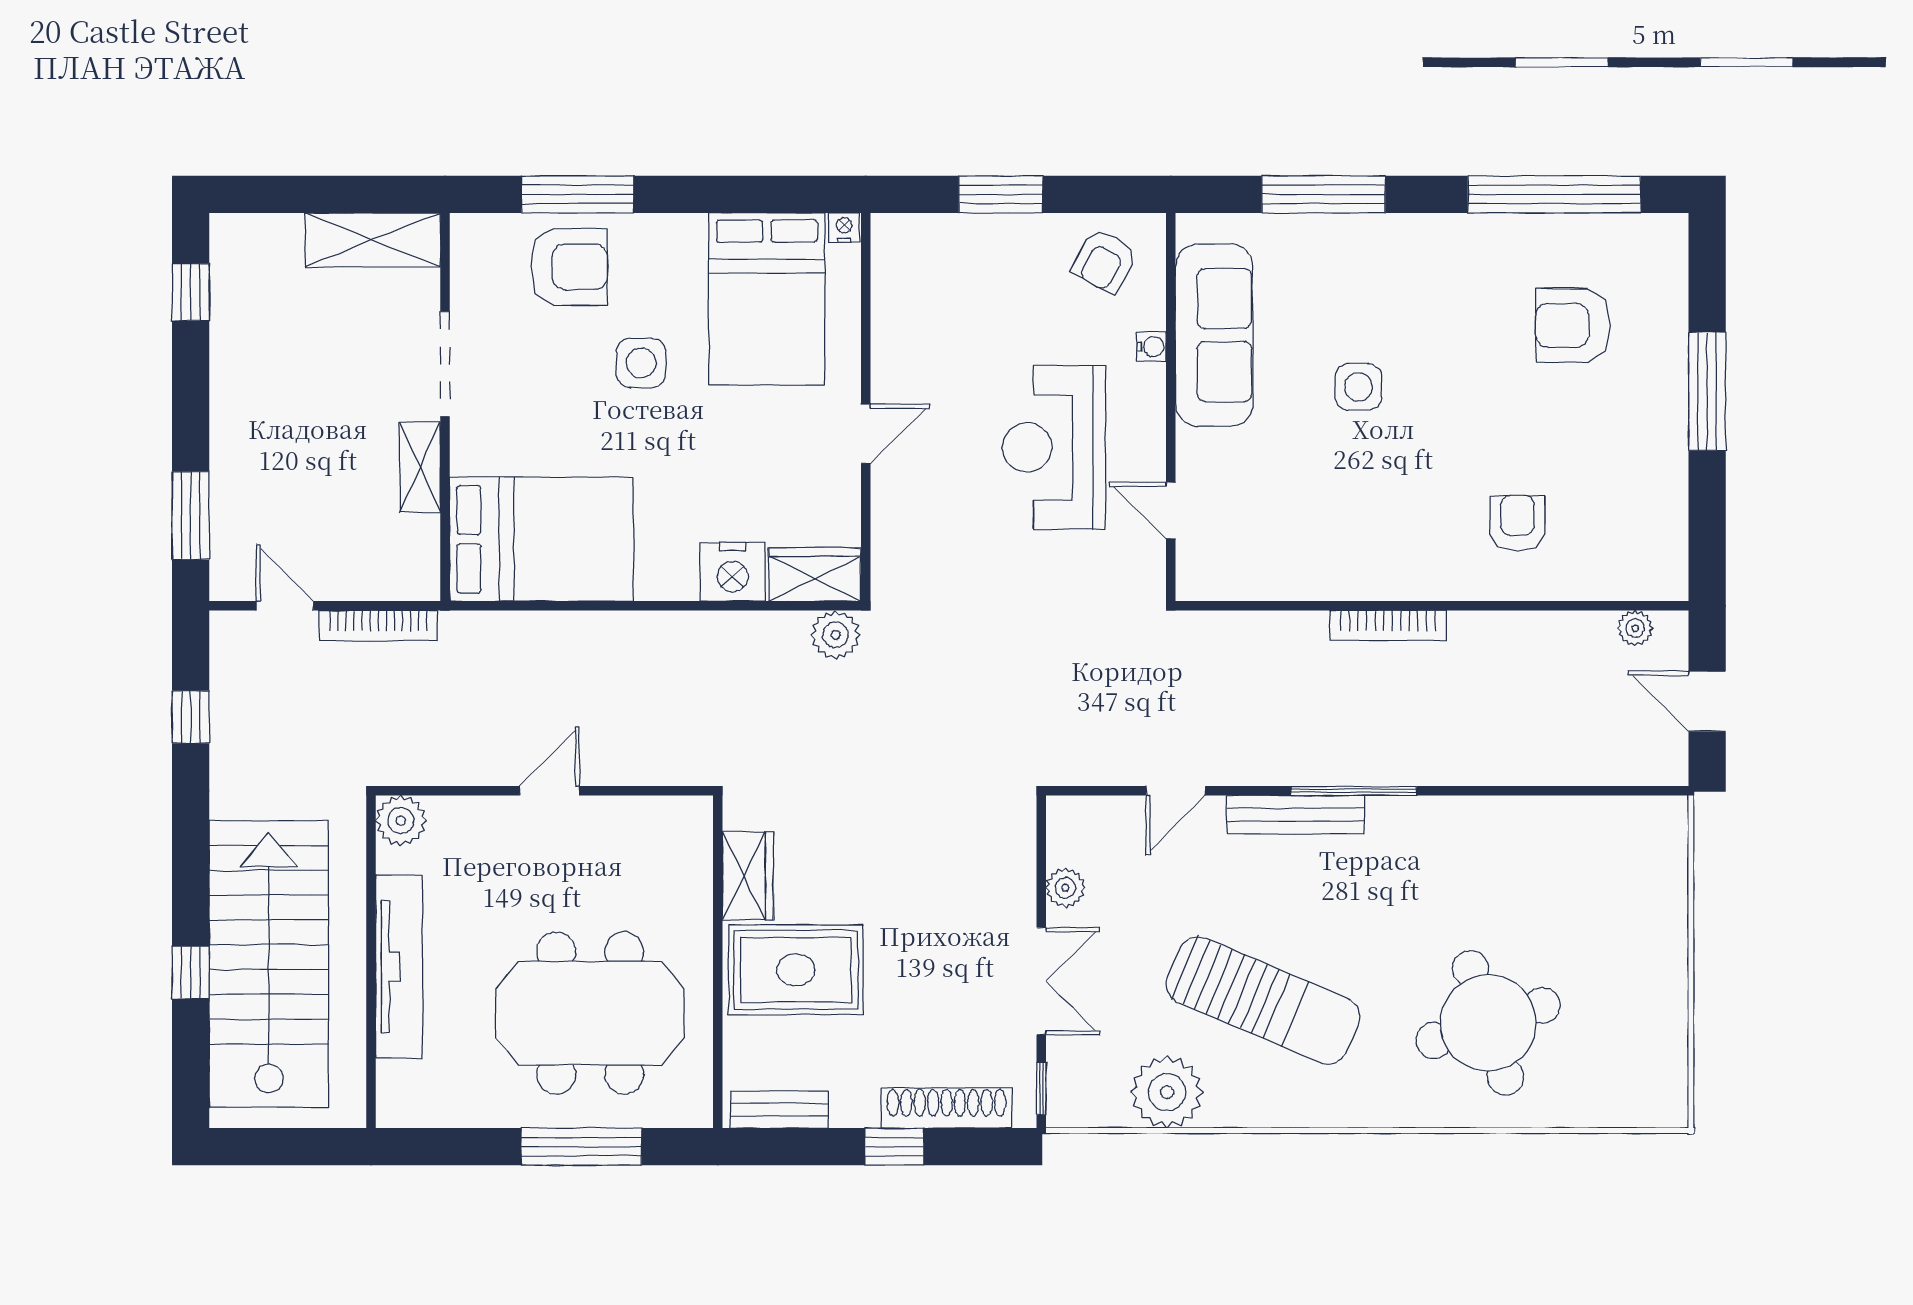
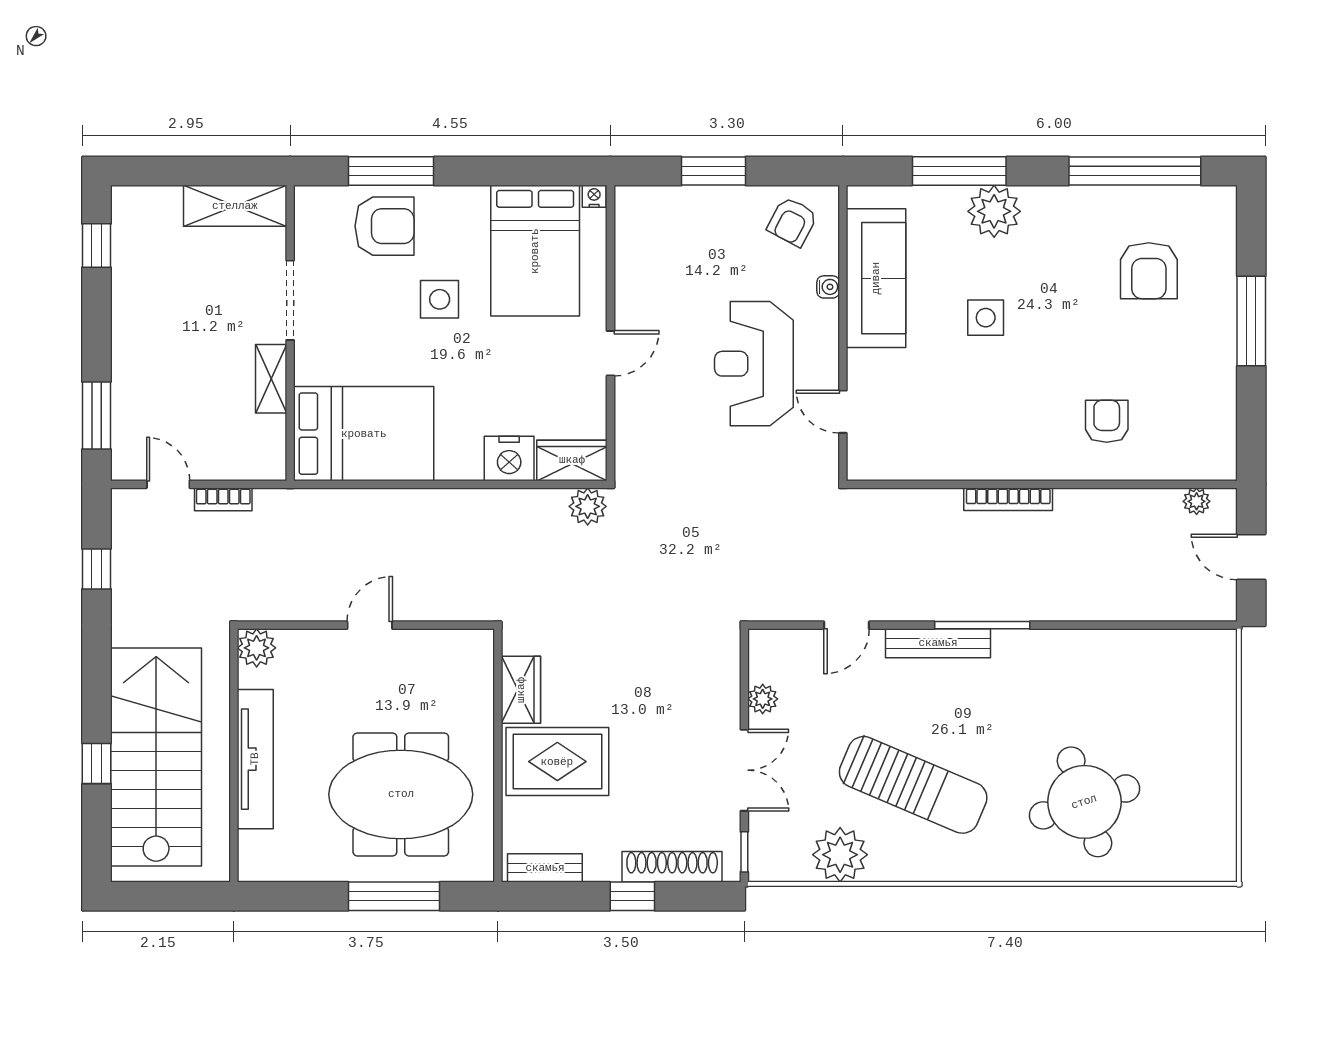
plant: (1369, 247) -> (994, 211), added
armchair: (1573, 325) -> (1149, 271), turned -90
bookcase: (378, 626) -> (223, 499), width x0.64

